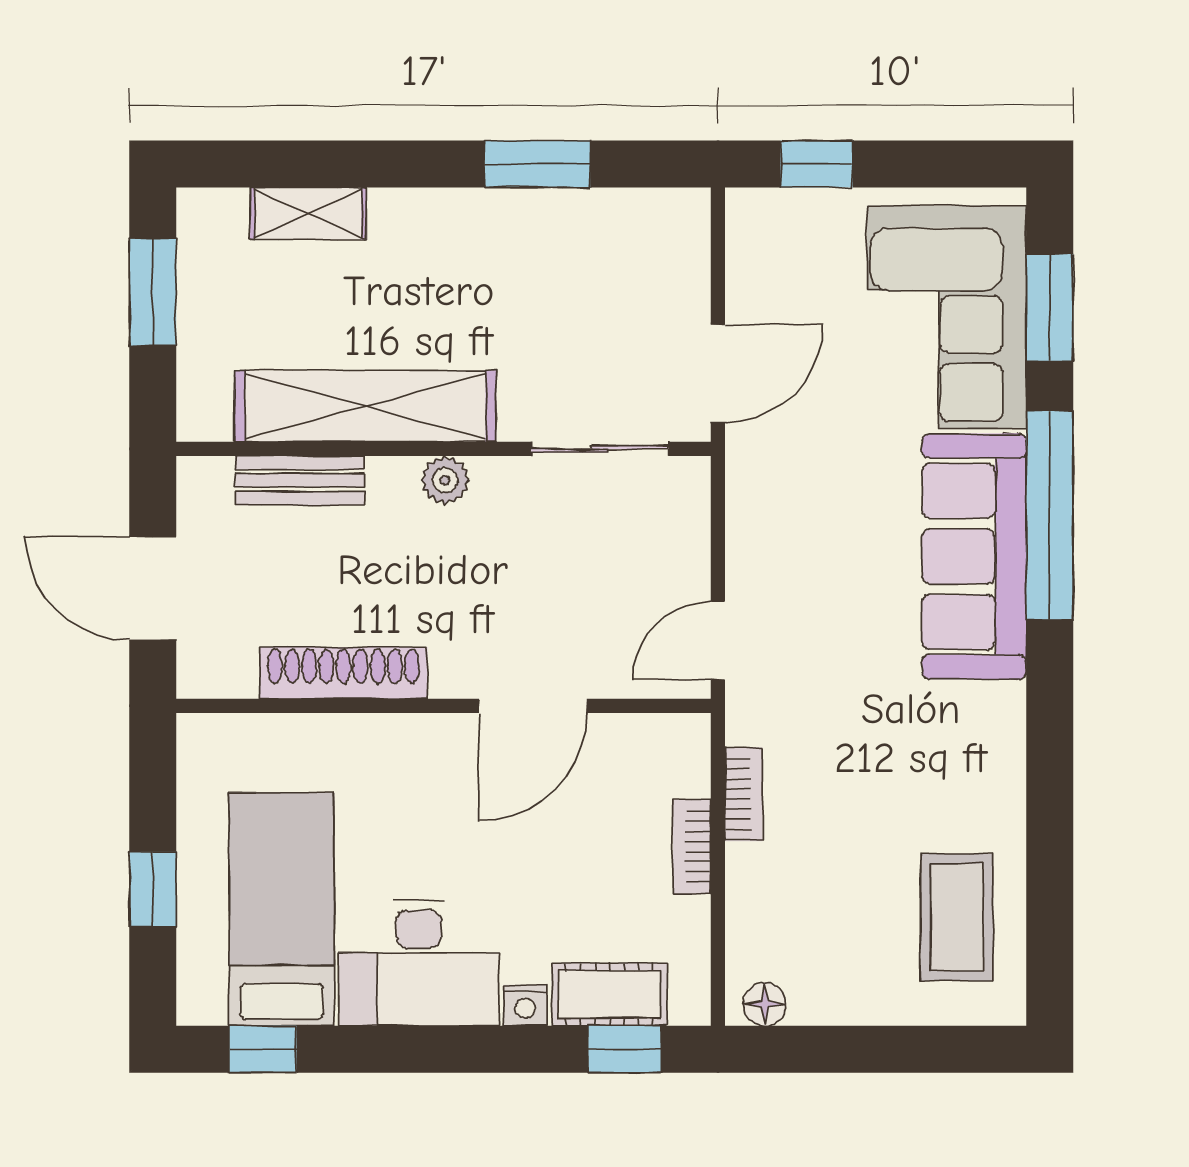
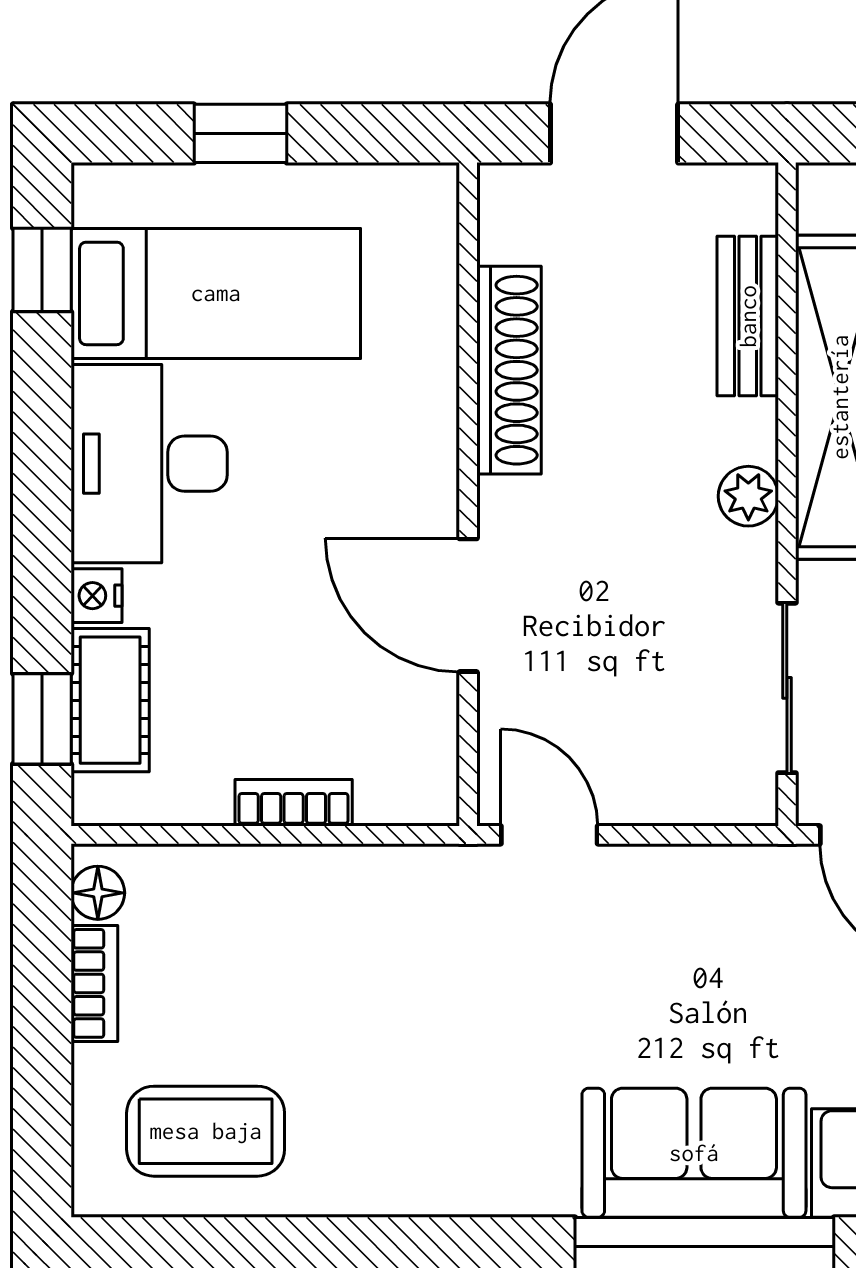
sofa: (974, 556) -> (694, 1153), width x0.73
bookcase: (744, 794) -> (94, 983), moved, turned -90

